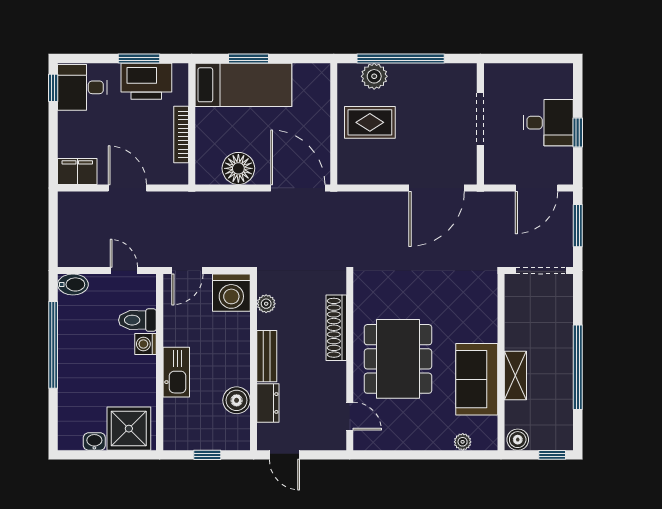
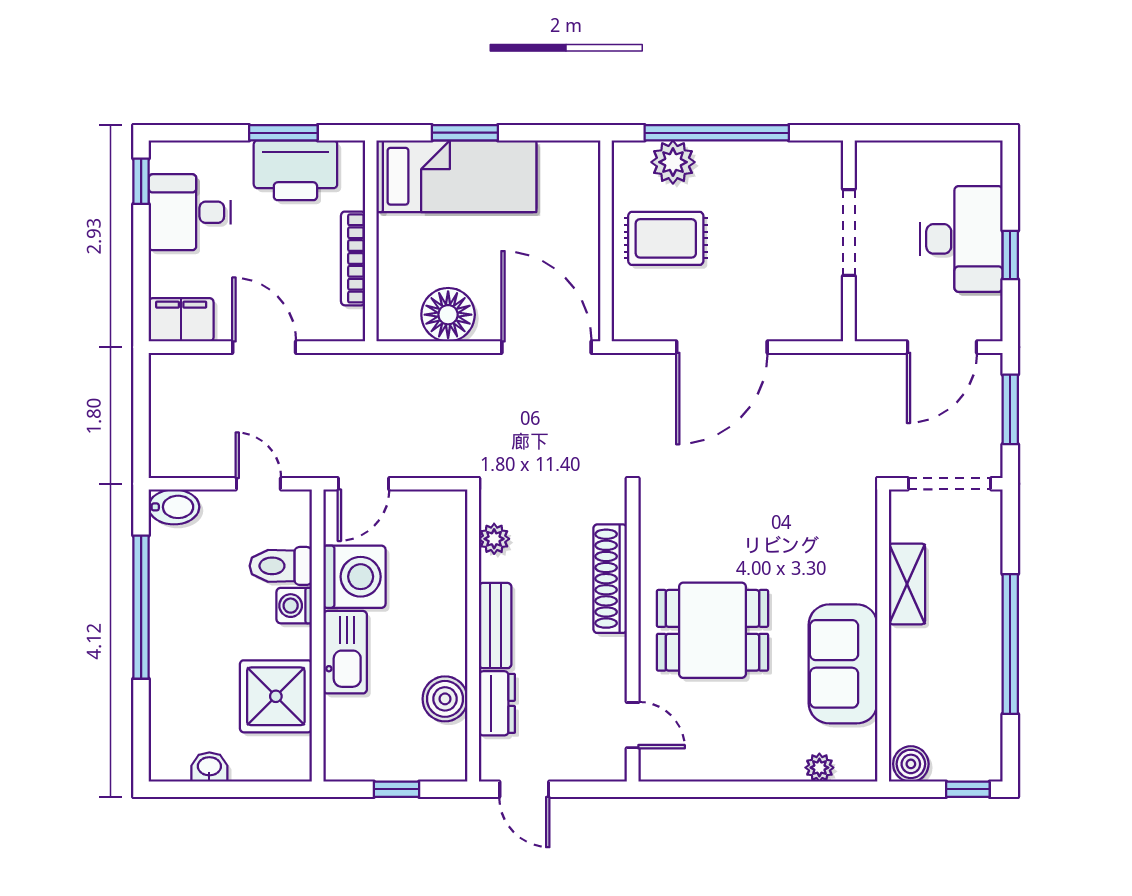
desk: (82, 87) -> (190, 212), moved
desk: (548, 123) -> (961, 239), width x1.37
door: (437, 188) -> (722, 347), moved
washing machine: (231, 293) -> (354, 577), moved, turned -90
dining table: (398, 359) -> (712, 630), width x0.73
shelving: (515, 376) -> (907, 584), moved
shower: (129, 429) -> (276, 696), moved

